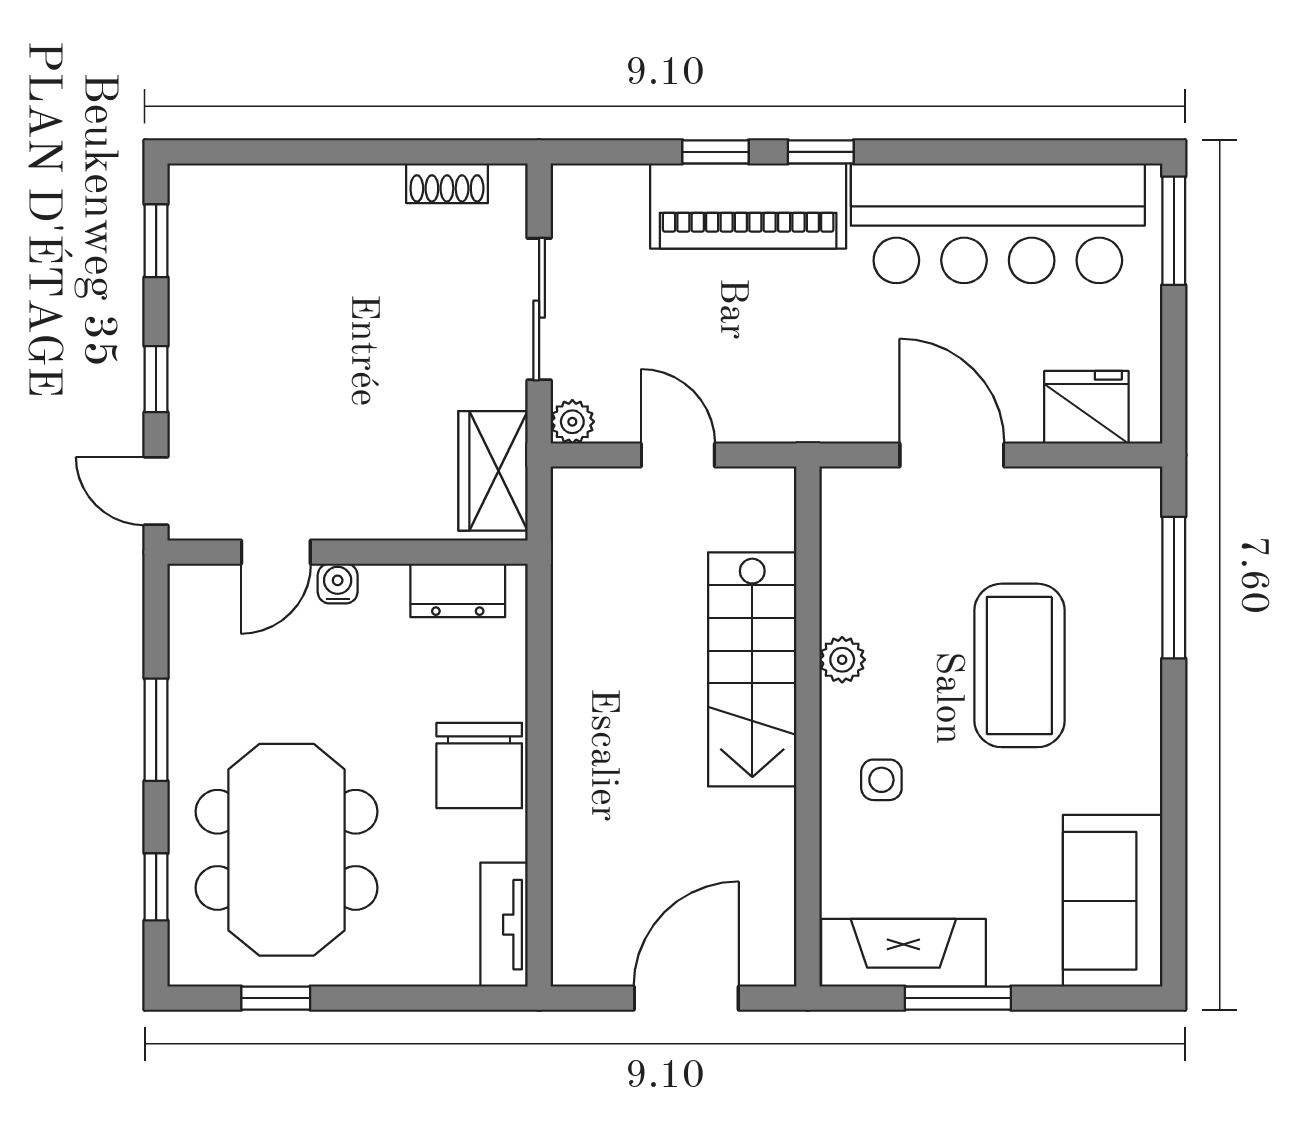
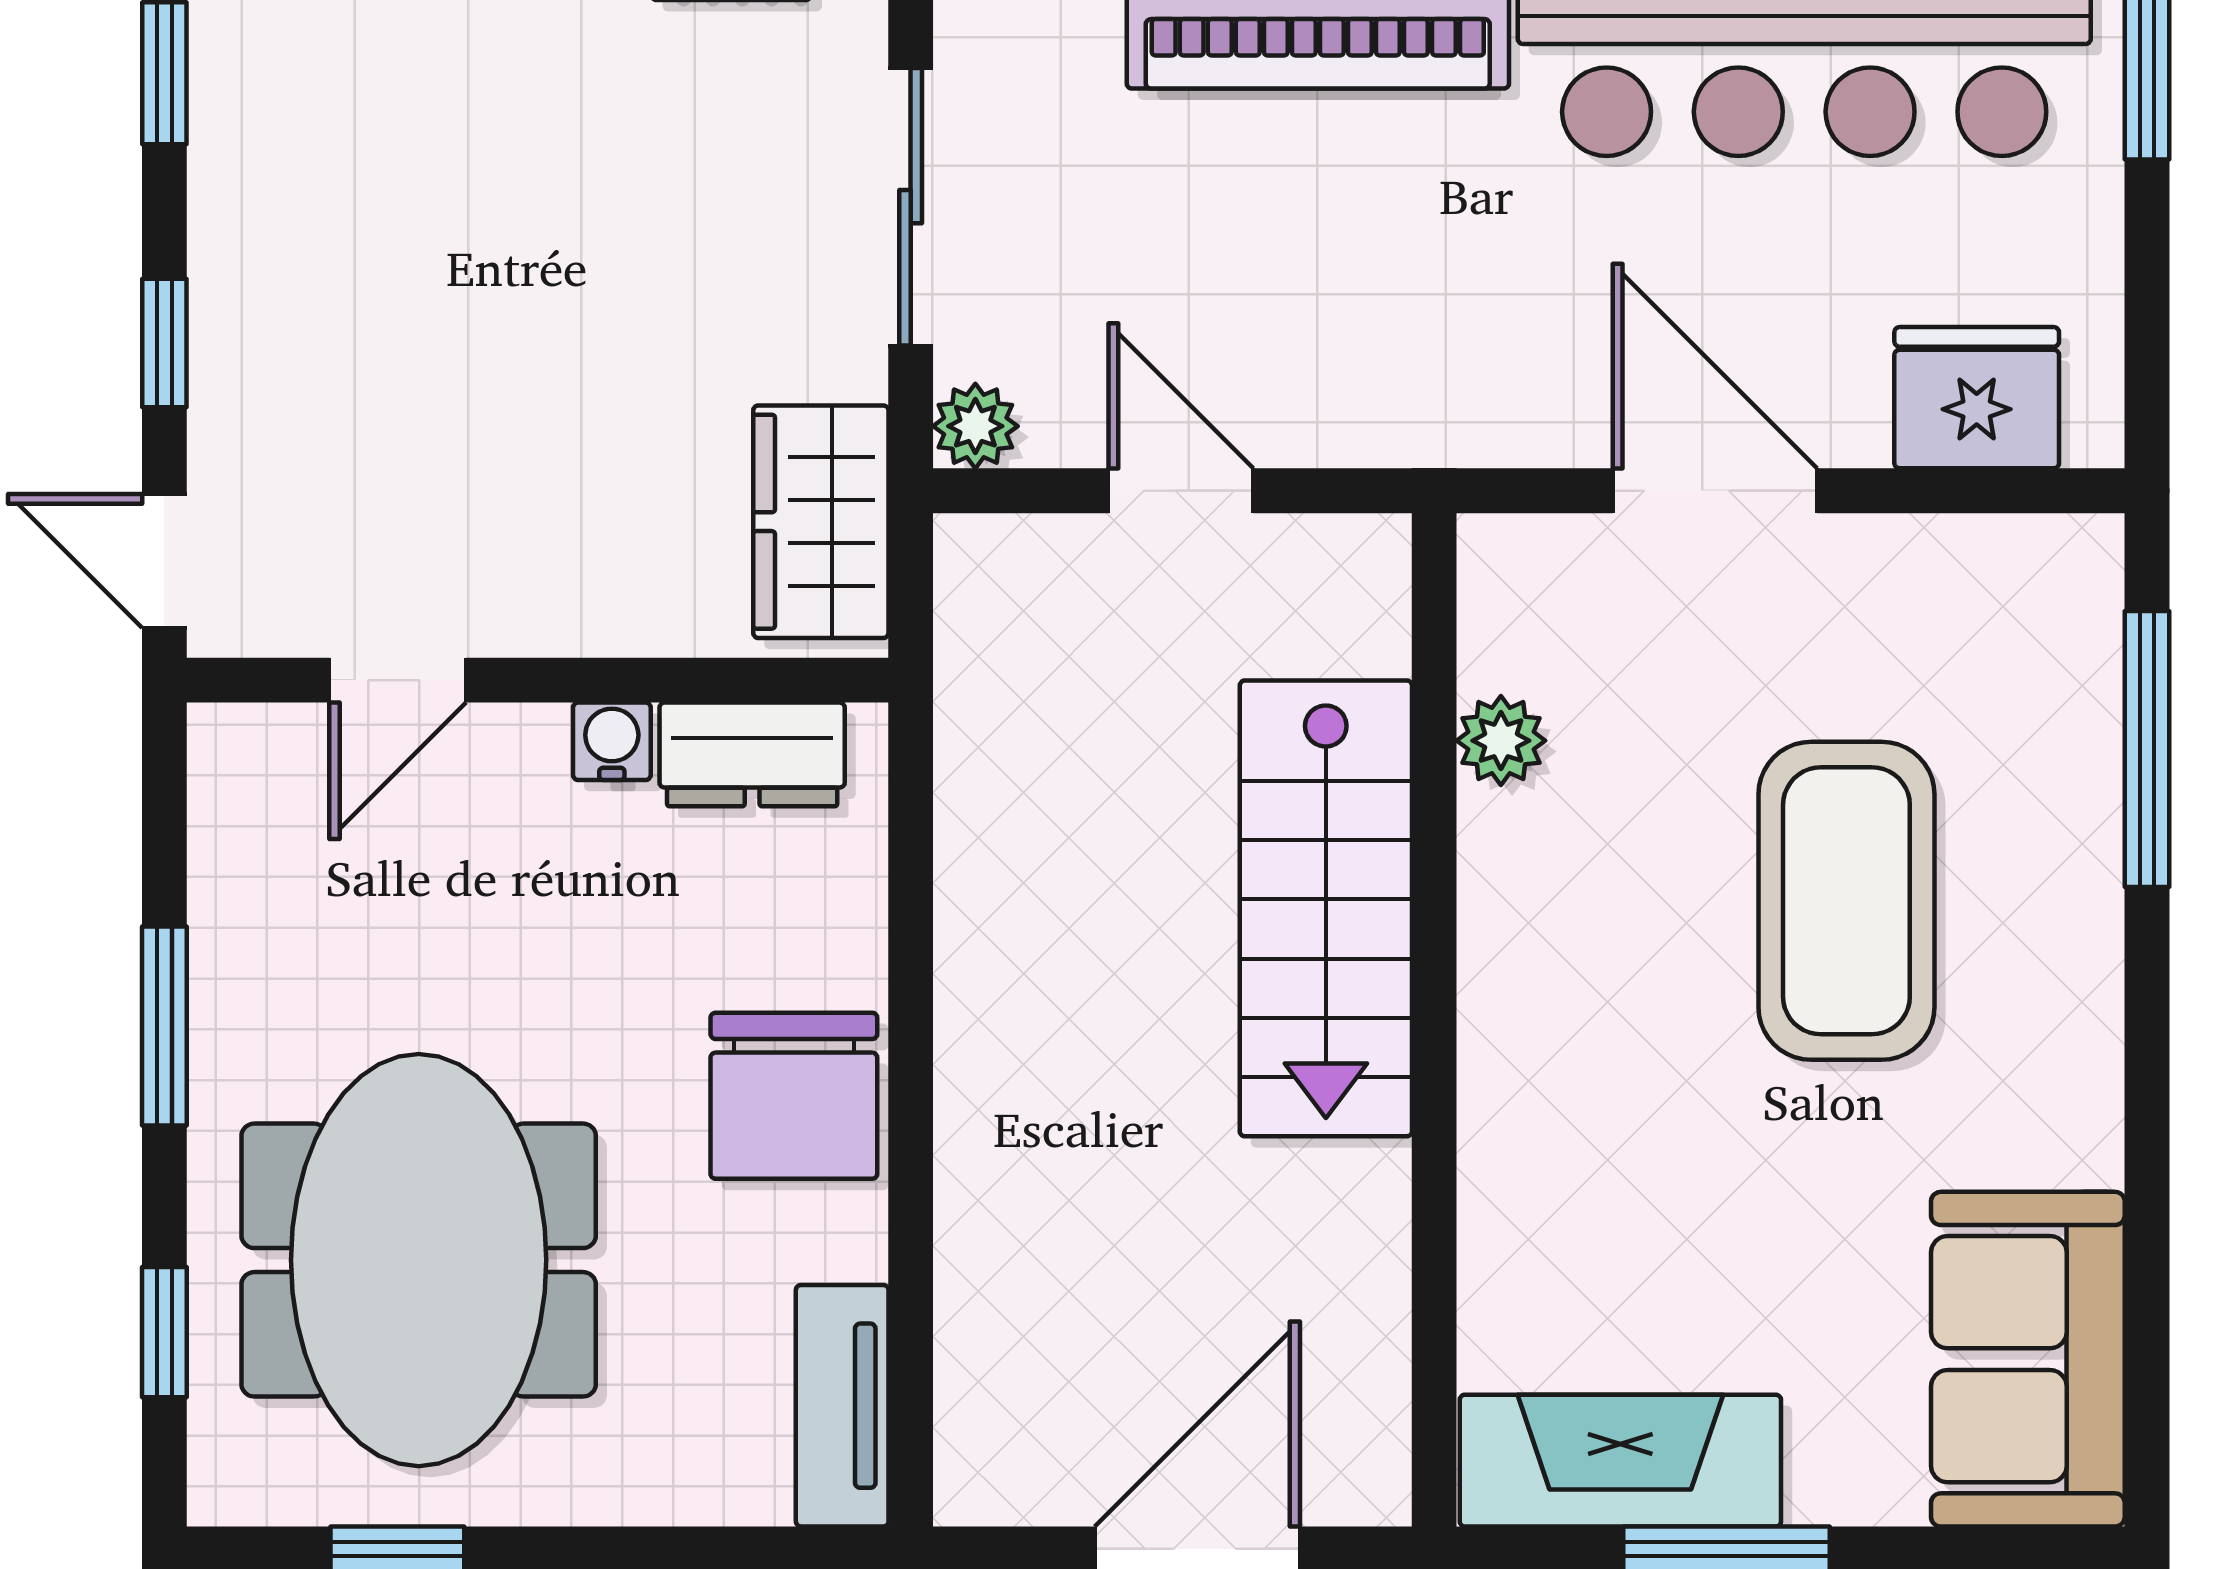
water cooler: (338, 584) -> (612, 741), moved
plant: (842, 660) -> (1501, 741), moved
side table: (881, 780) -> (1578, 1124), removed

